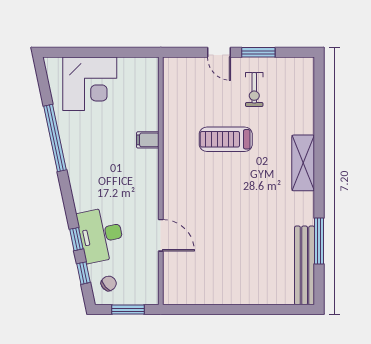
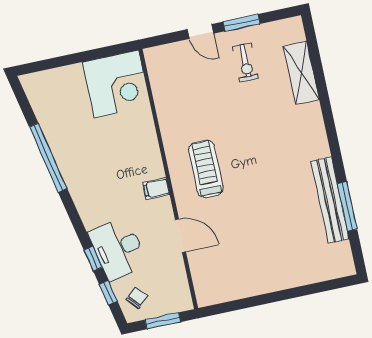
corner desk: (90, 84) -> (117, 84), moved
treadmill: (226, 139) -> (206, 169), moved, turned 90
filing cabinet: (148, 140) -> (156, 189), moved
shelving: (303, 163) -> (301, 73), moved
bench: (305, 265) -> (330, 200), moved

